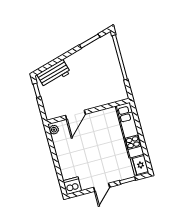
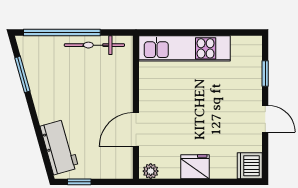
bicycle: (118, 78) -> (94, 45), added
door: (75, 115) -> (136, 130), swing flipped
fridge: (139, 165) -> (195, 167), moved, turned 180

